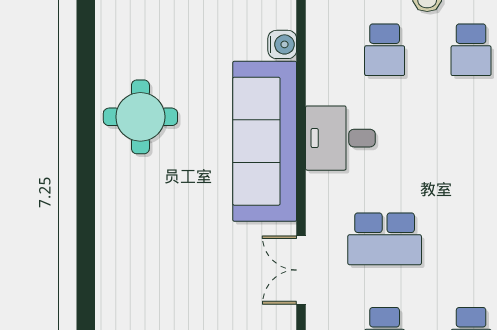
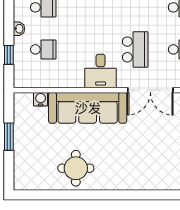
desk: (340, 138) -> (101, 71), moved
double door: (301, 270) -> (150, 90), width x1.37

